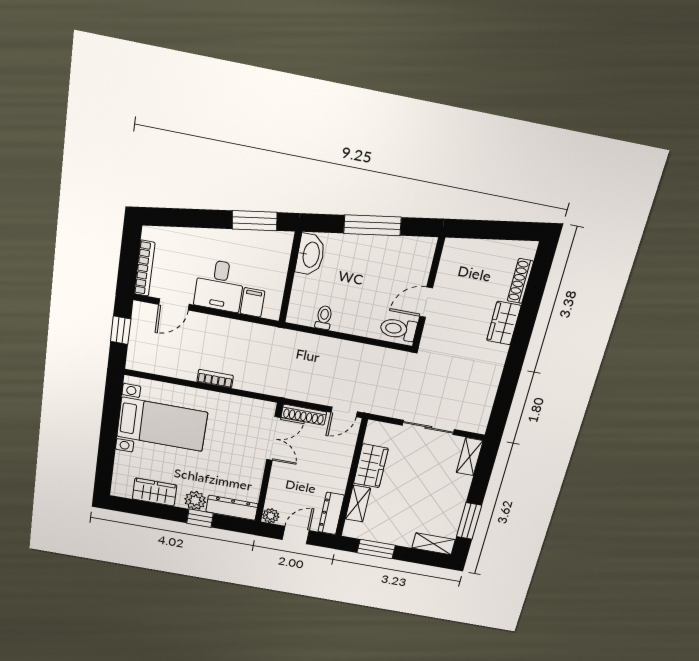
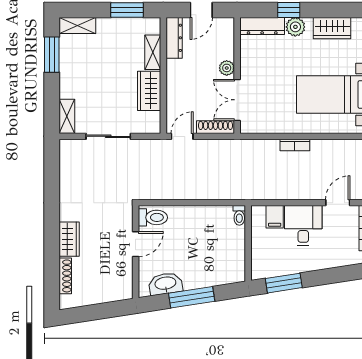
washbasin: (310, 255) -> (165, 284), moved, turned 81
toilet: (324, 318) -> (239, 215), moved
plant: (271, 516) -> (227, 68), moved

